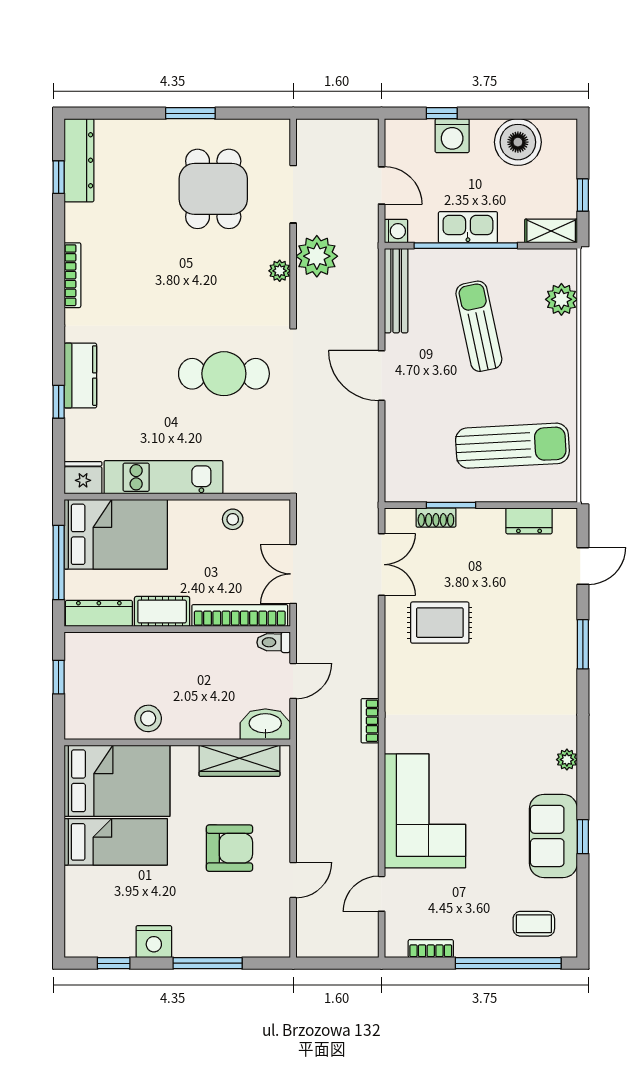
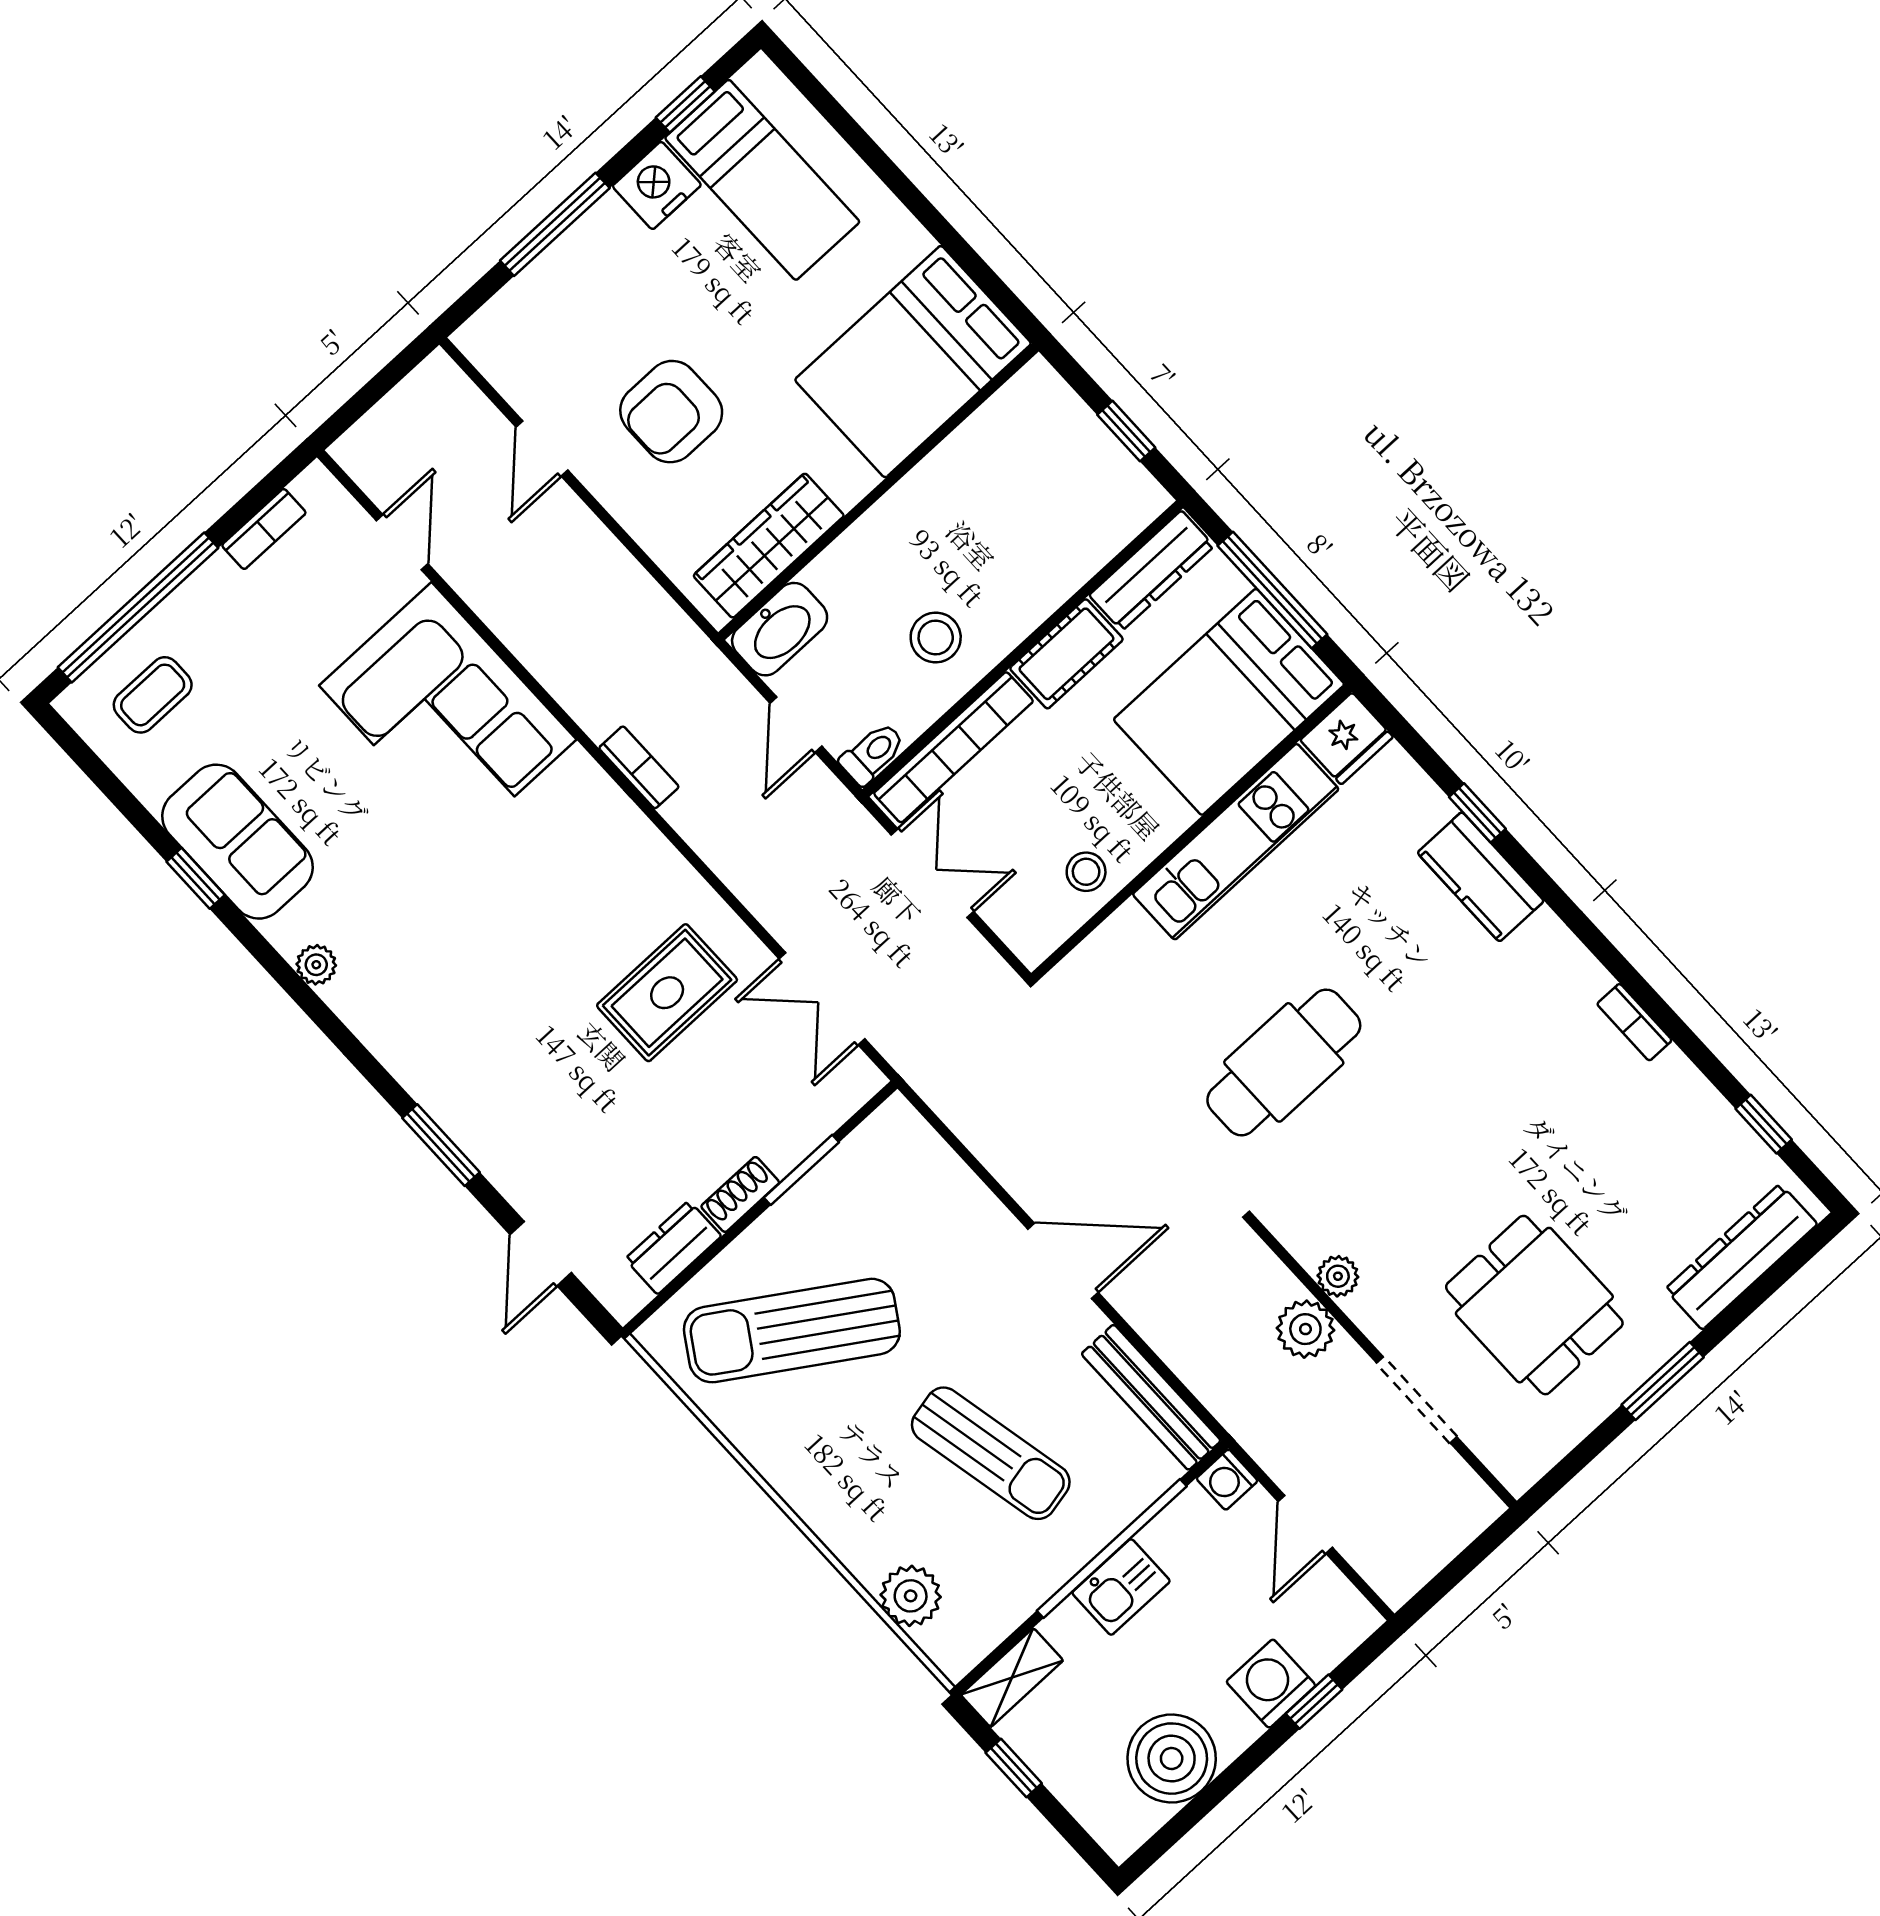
dresser: (79, 160) -> (1741, 1257), moved, turned 90
door: (382, 185) -> (1305, 1524), hinge flipped
kitchen sink: (468, 227) -> (1121, 1587), width x0.73
plant: (317, 256) -> (1305, 1329), width x0.73, depth x0.73
bookcase: (72, 275) -> (1634, 1022), width x0.64
sun lounger: (512, 446) -> (792, 1331), turned 36
shoe rack: (436, 517) -> (740, 1194), moved
stool: (148, 718) -> (936, 637), moved
bed: (116, 842) -> (762, 180), moved, turned -90

